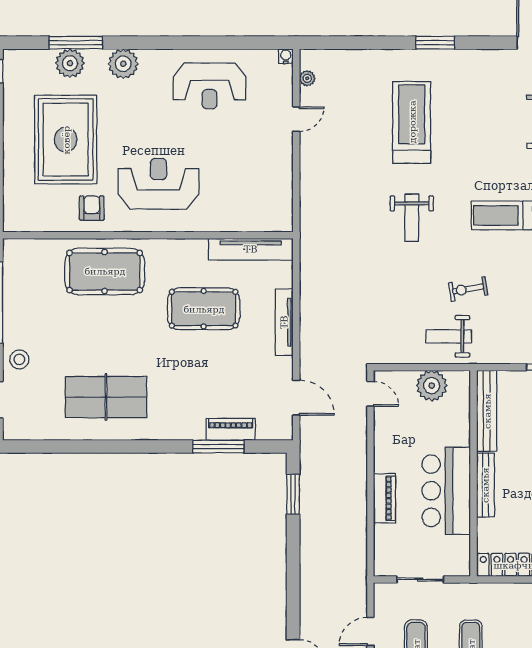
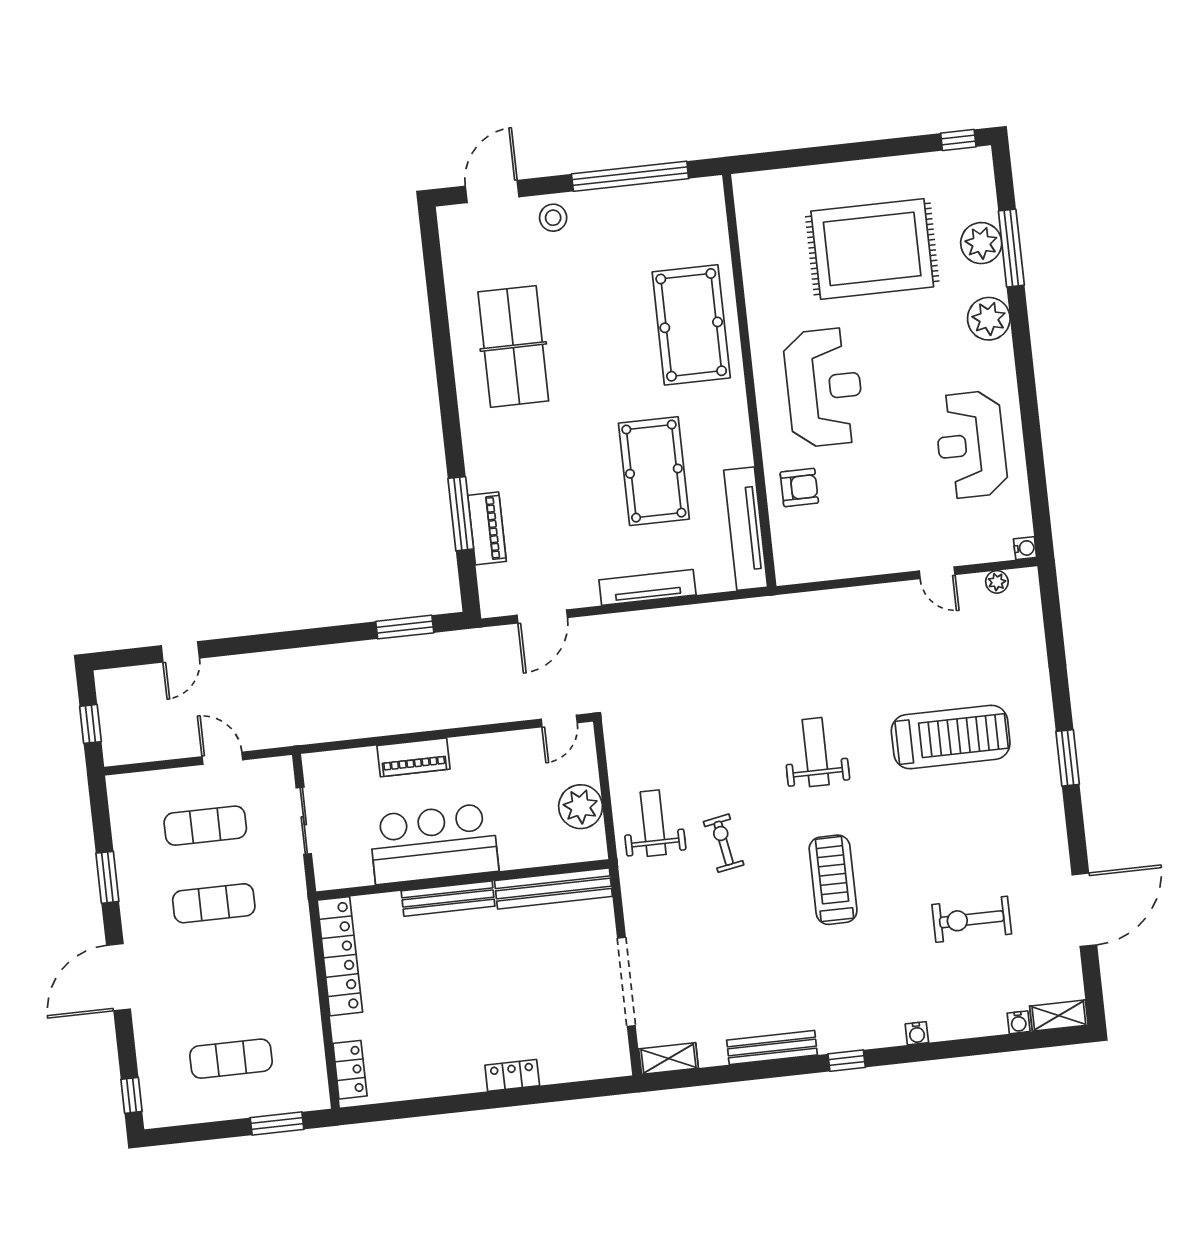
armchair: (92, 208) -> (799, 488), moved
weight bench: (412, 218) -> (816, 752), turned 90

